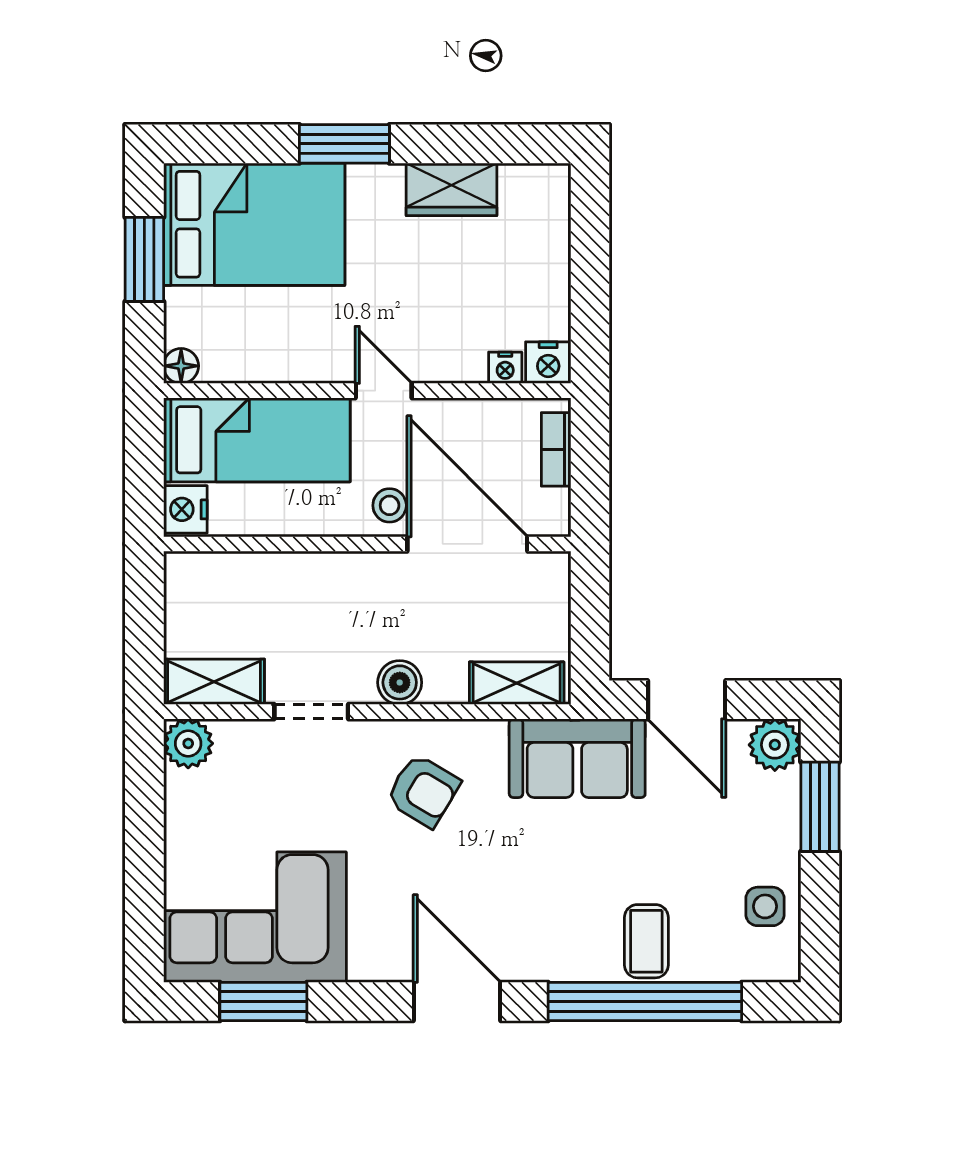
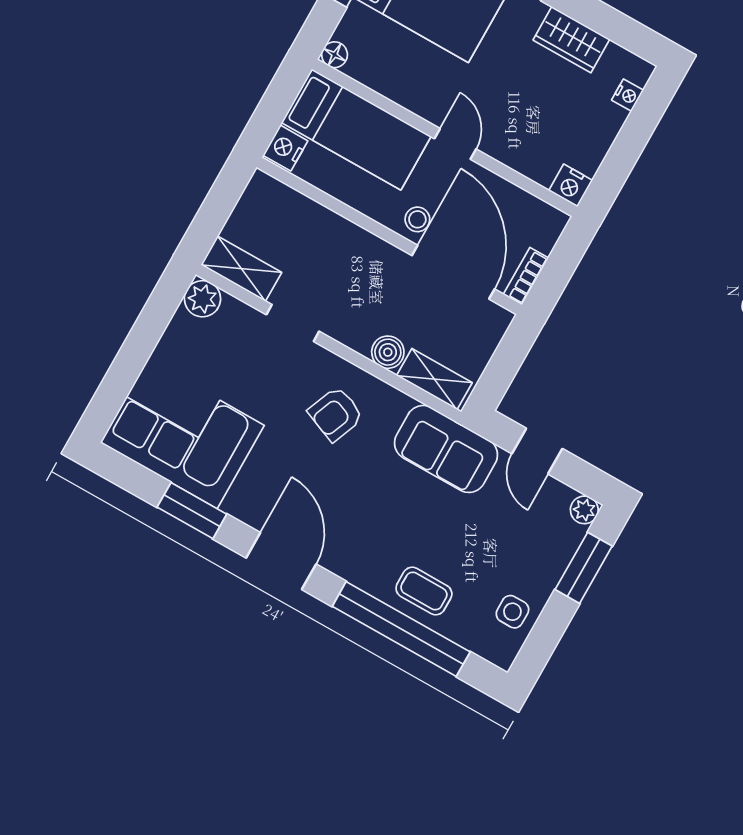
nightstand: (505, 368) -> (627, 95), moved, turned -90
bookcase: (556, 449) -> (526, 276), moved
boiler: (400, 682) -> (388, 352), moved
door: (687, 700) -> (537, 451), width x0.73
plant: (775, 745) -> (584, 510), width x0.73, depth x0.73
armchair: (423, 791) -> (336, 414), turned 81
coffee table: (646, 941) -> (424, 591), turned 90
window: (263, 1002) -> (192, 511), moved

